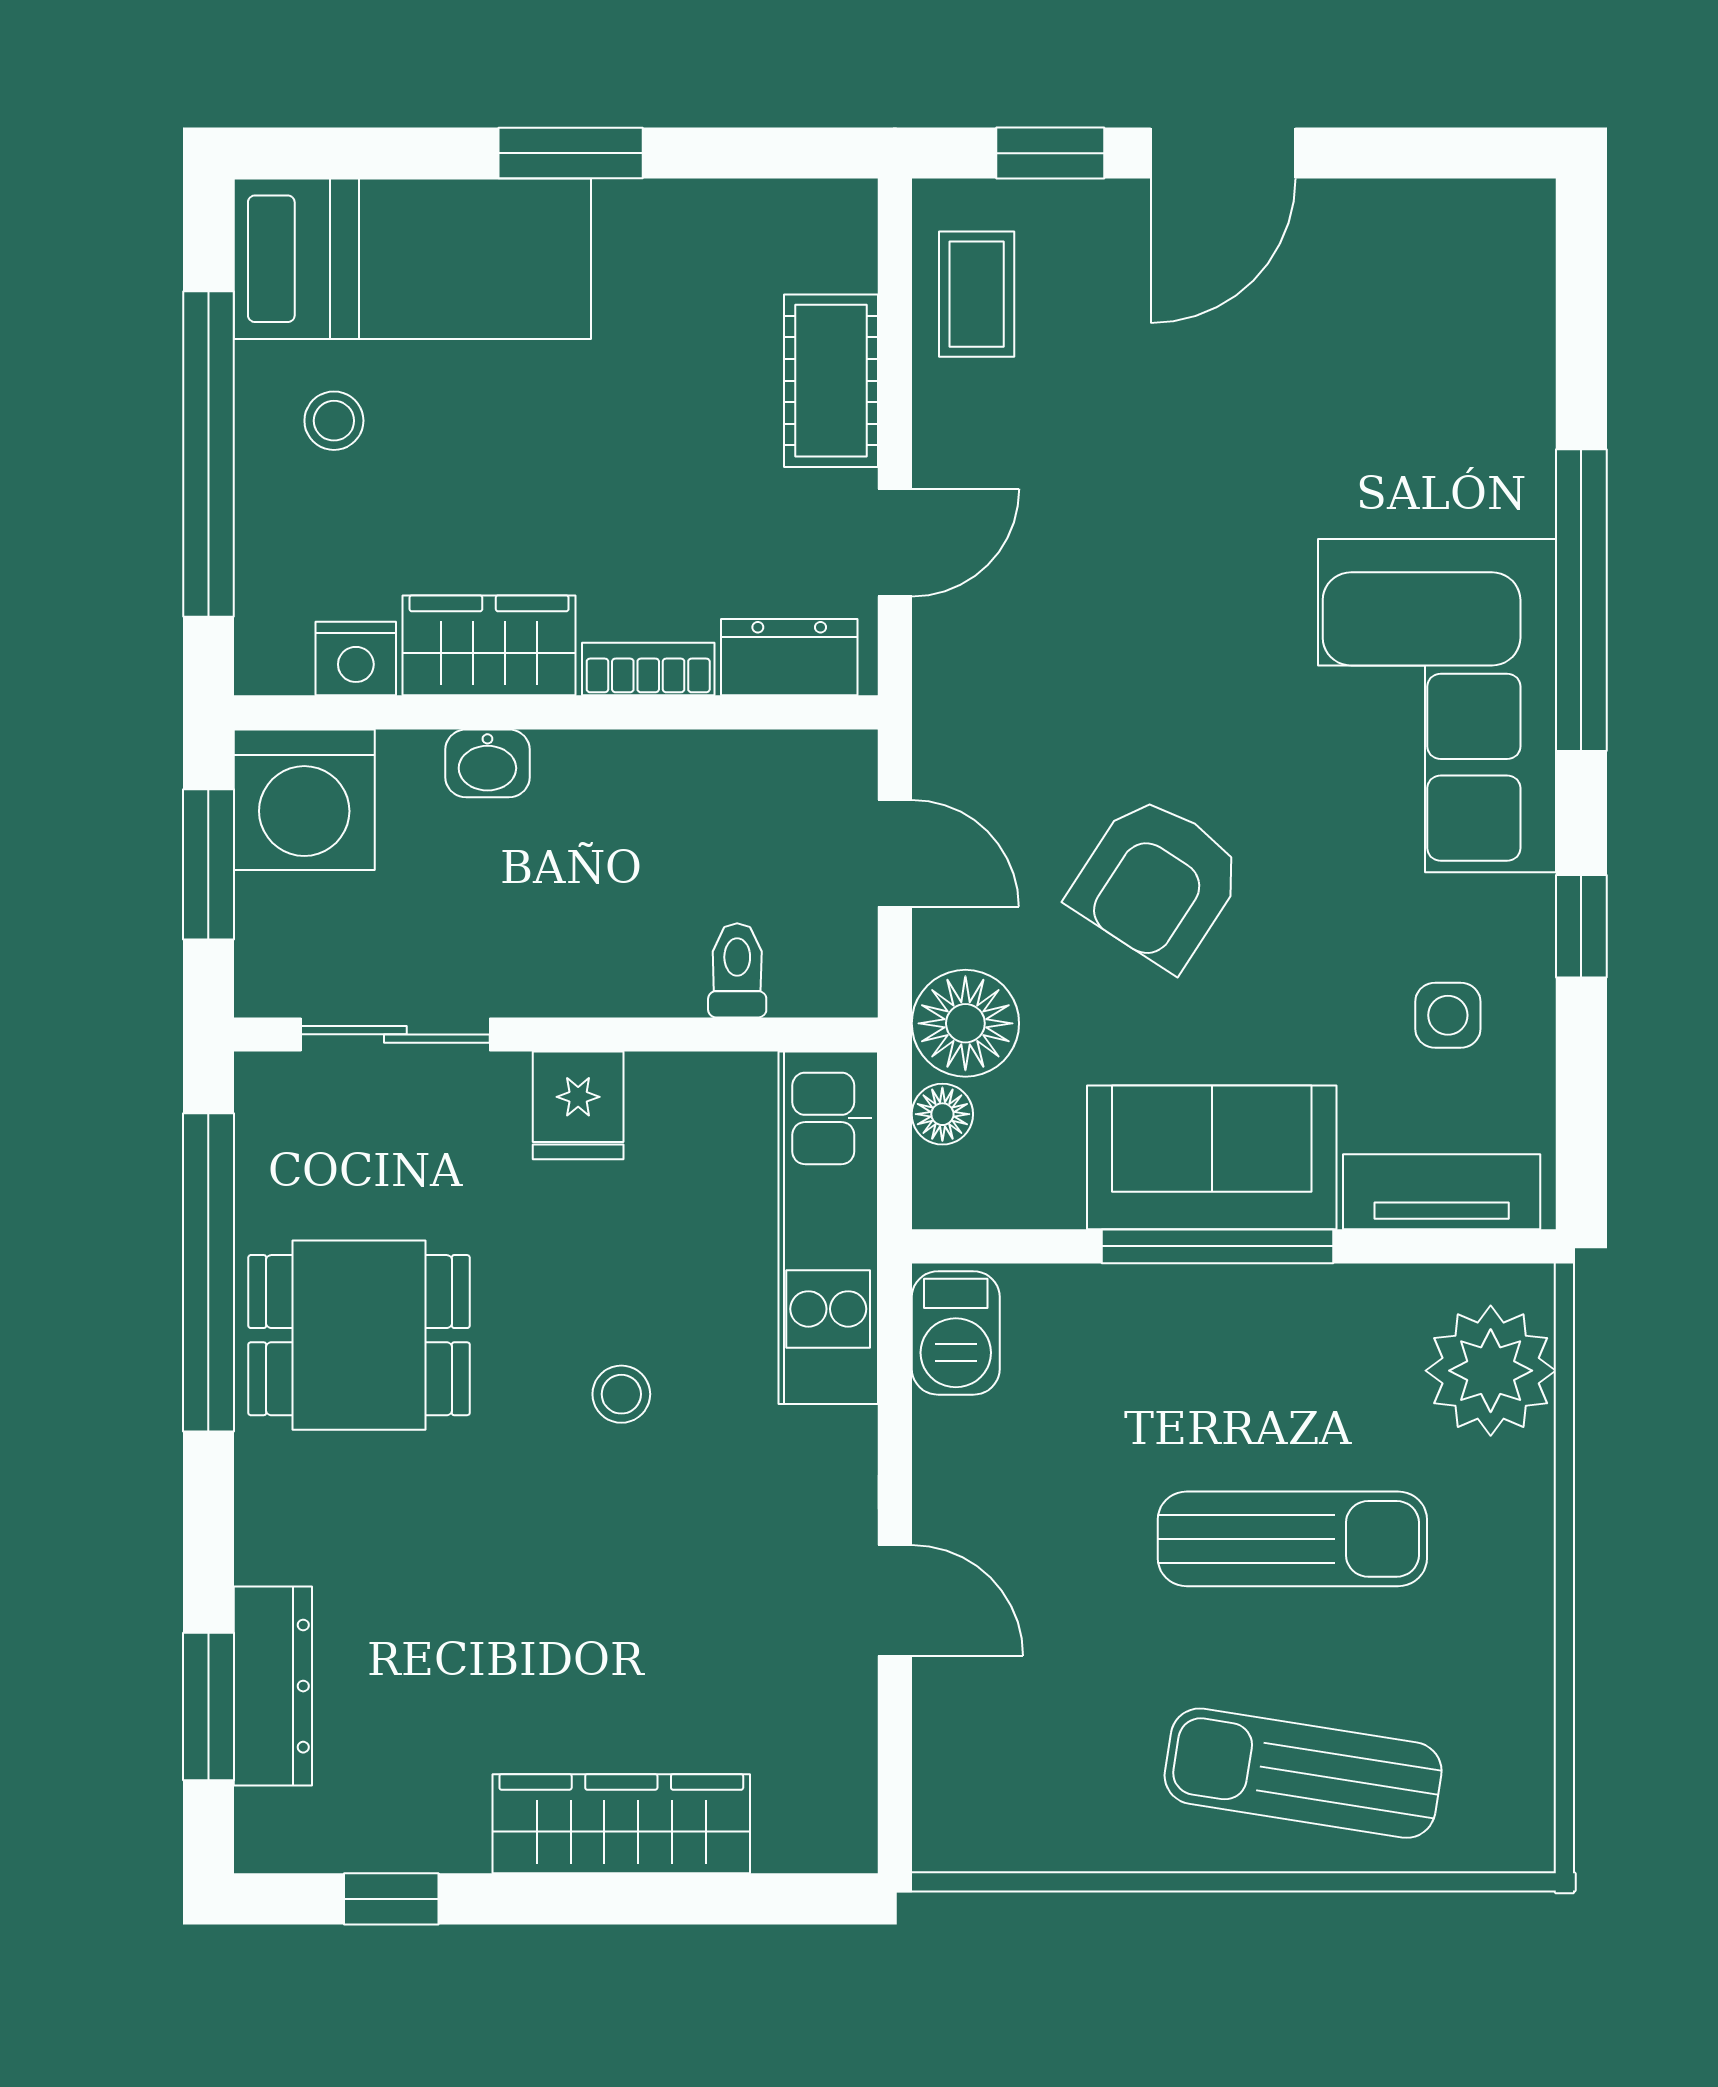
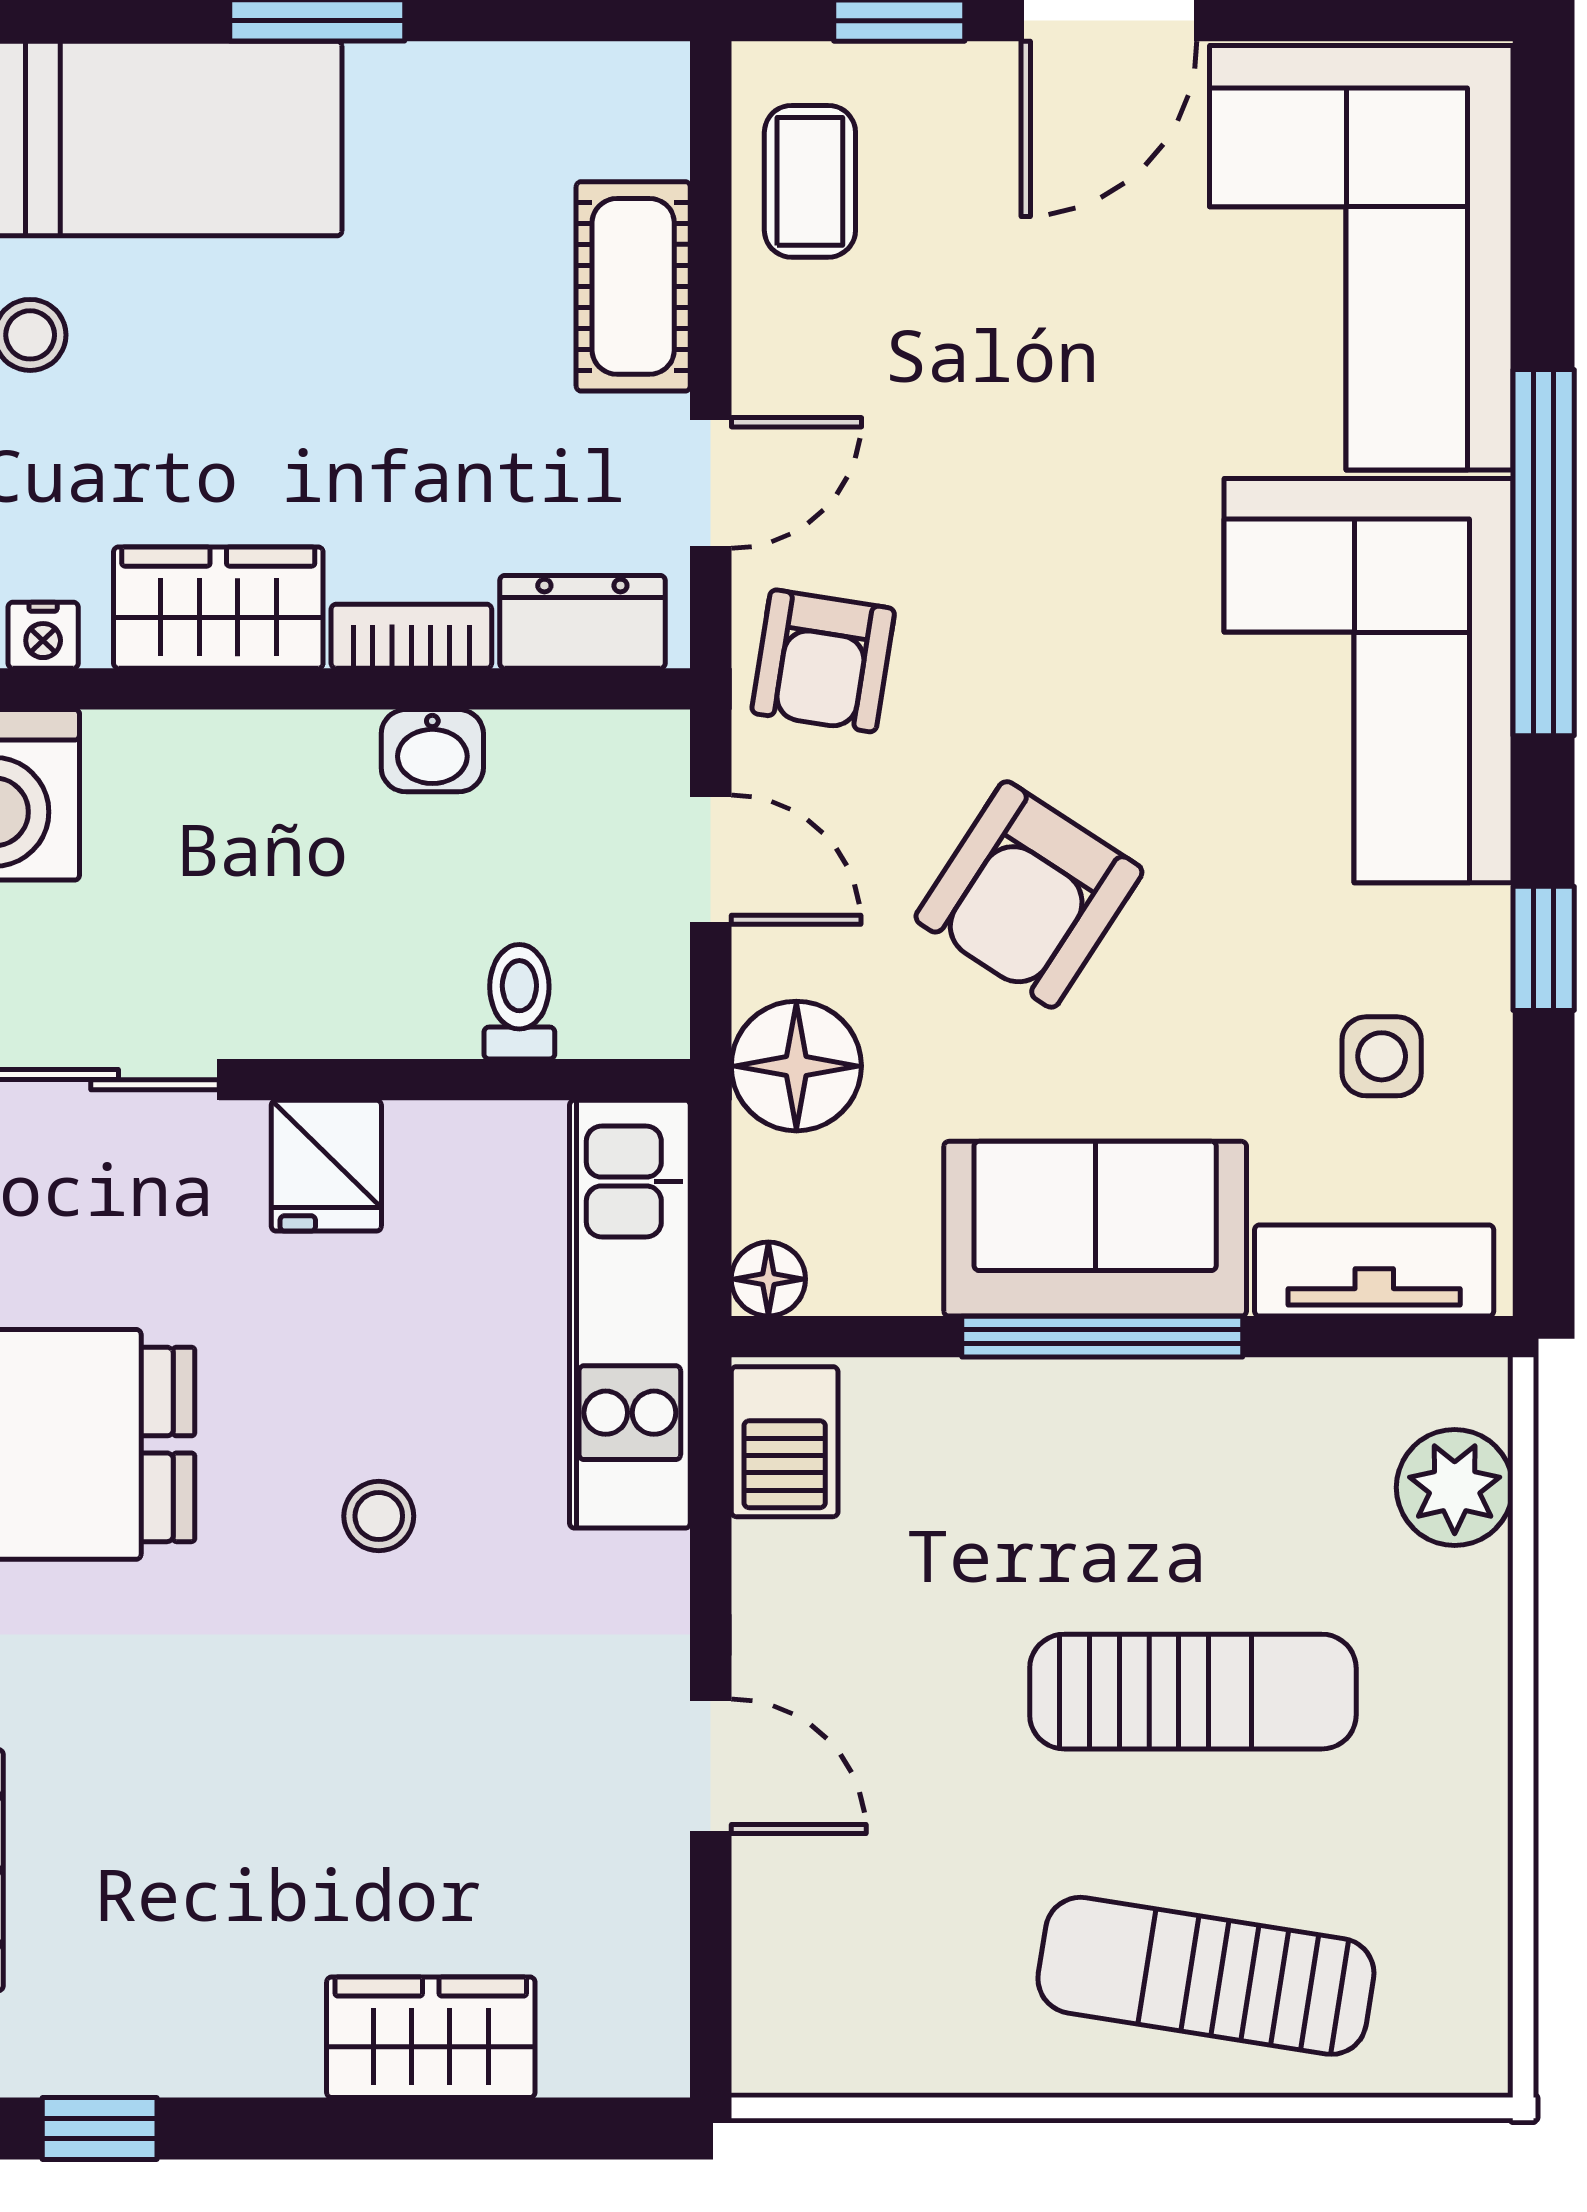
corner sofa: (1431, 357) -> (1361, 258), added
nightstand: (356, 659) -> (43, 635), width x0.72, depth x0.74
armchair: (988, 689) -> (823, 661), added
washbasin: (487, 763) -> (432, 751), moved
floor lamp: (942, 1114) -> (768, 1279), moved
plant: (1491, 1371) -> (1455, 1487), width x0.73, depth x0.73
wardrobe: (621, 1824) -> (431, 2037), width x0.67

